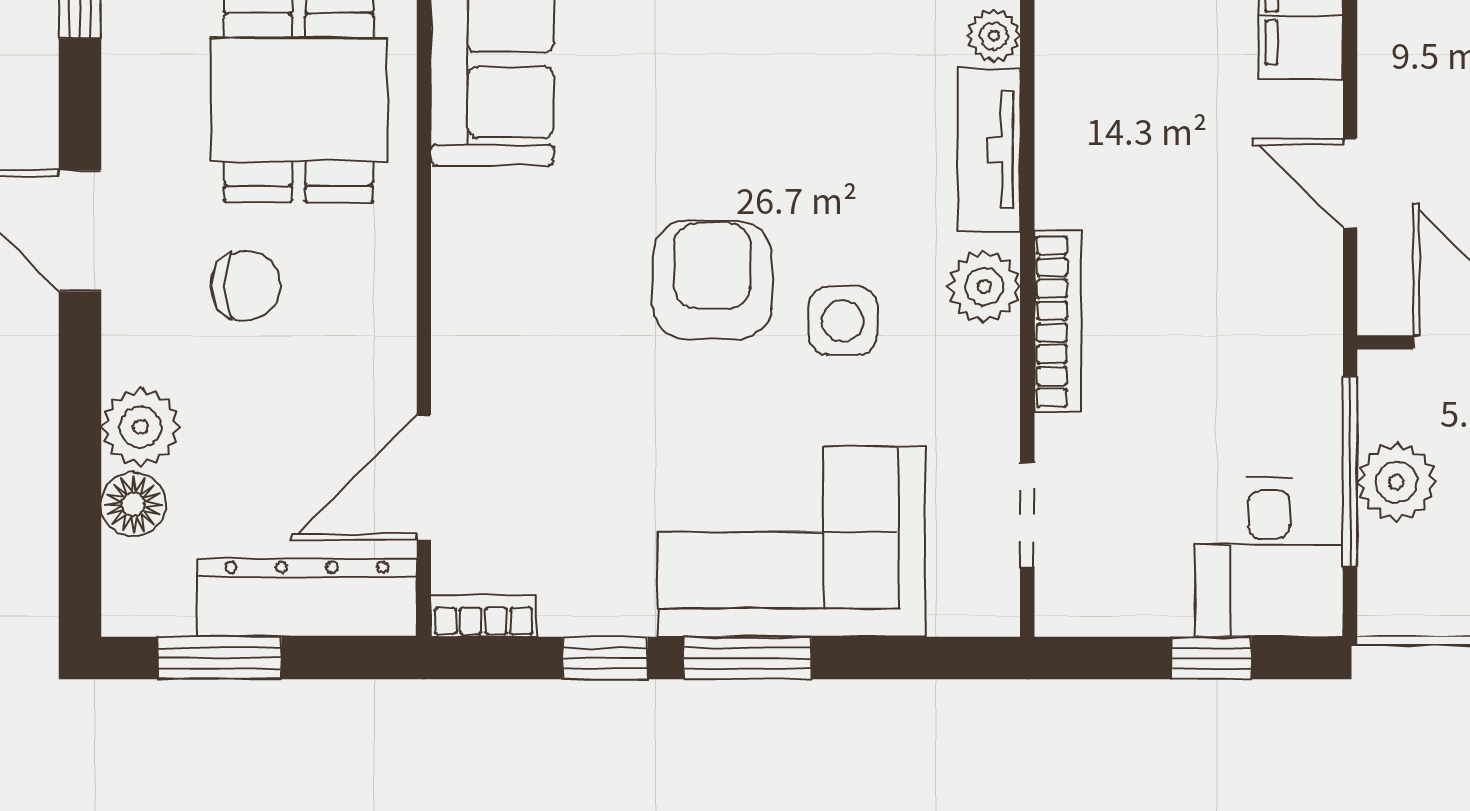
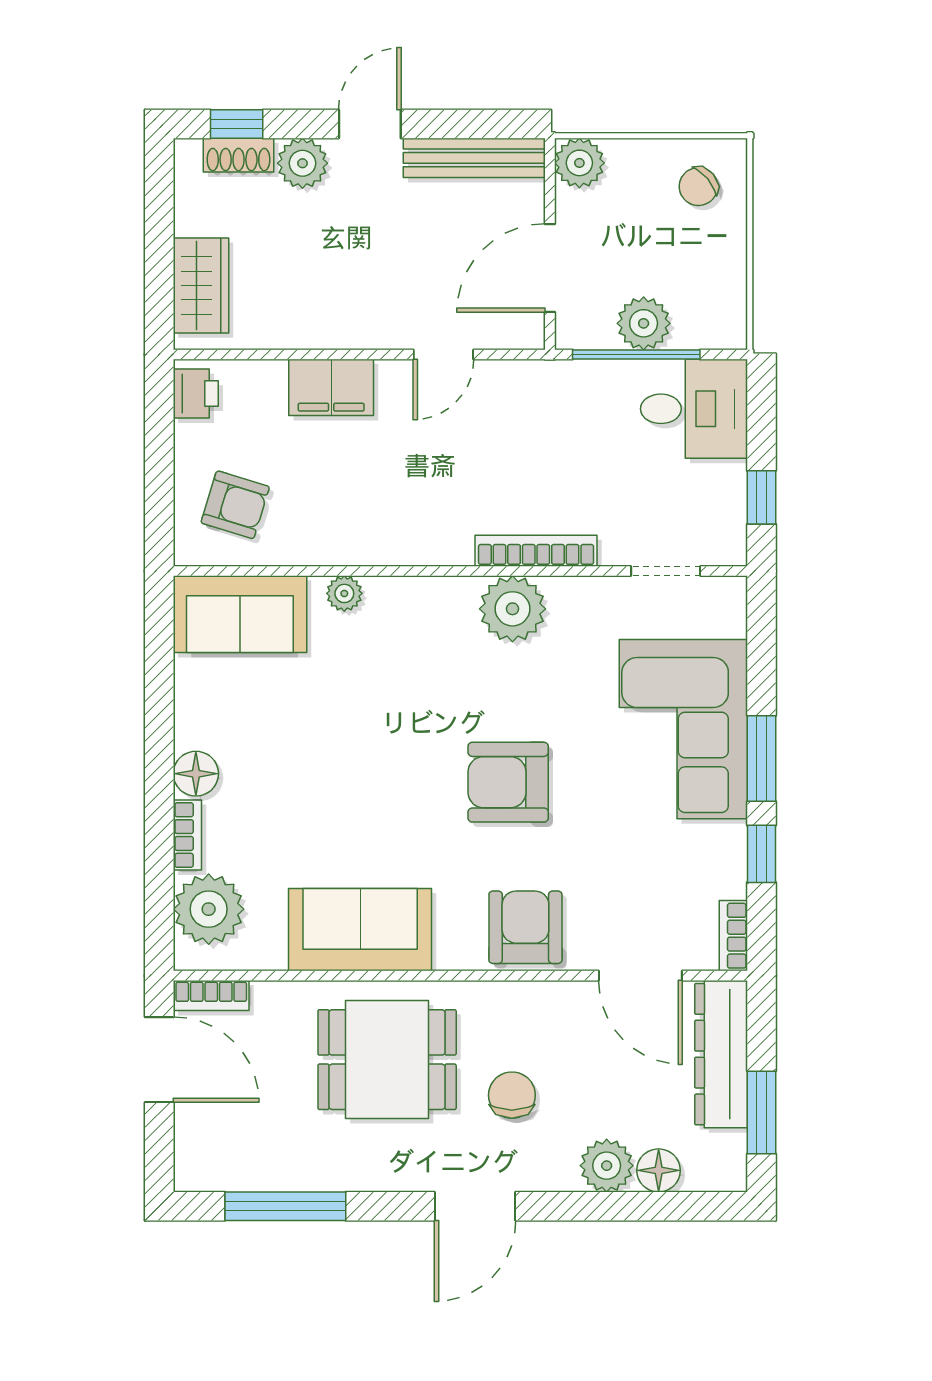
tv unit: (989, 150) -> (421, 597), removed
plant: (984, 287) -> (512, 609), width x1.36, depth x1.36
armchair: (496, 306) -> (525, 927), added
side table: (843, 321) -> (535, 695), removed
window: (1211, 658) -> (762, 497), moved

